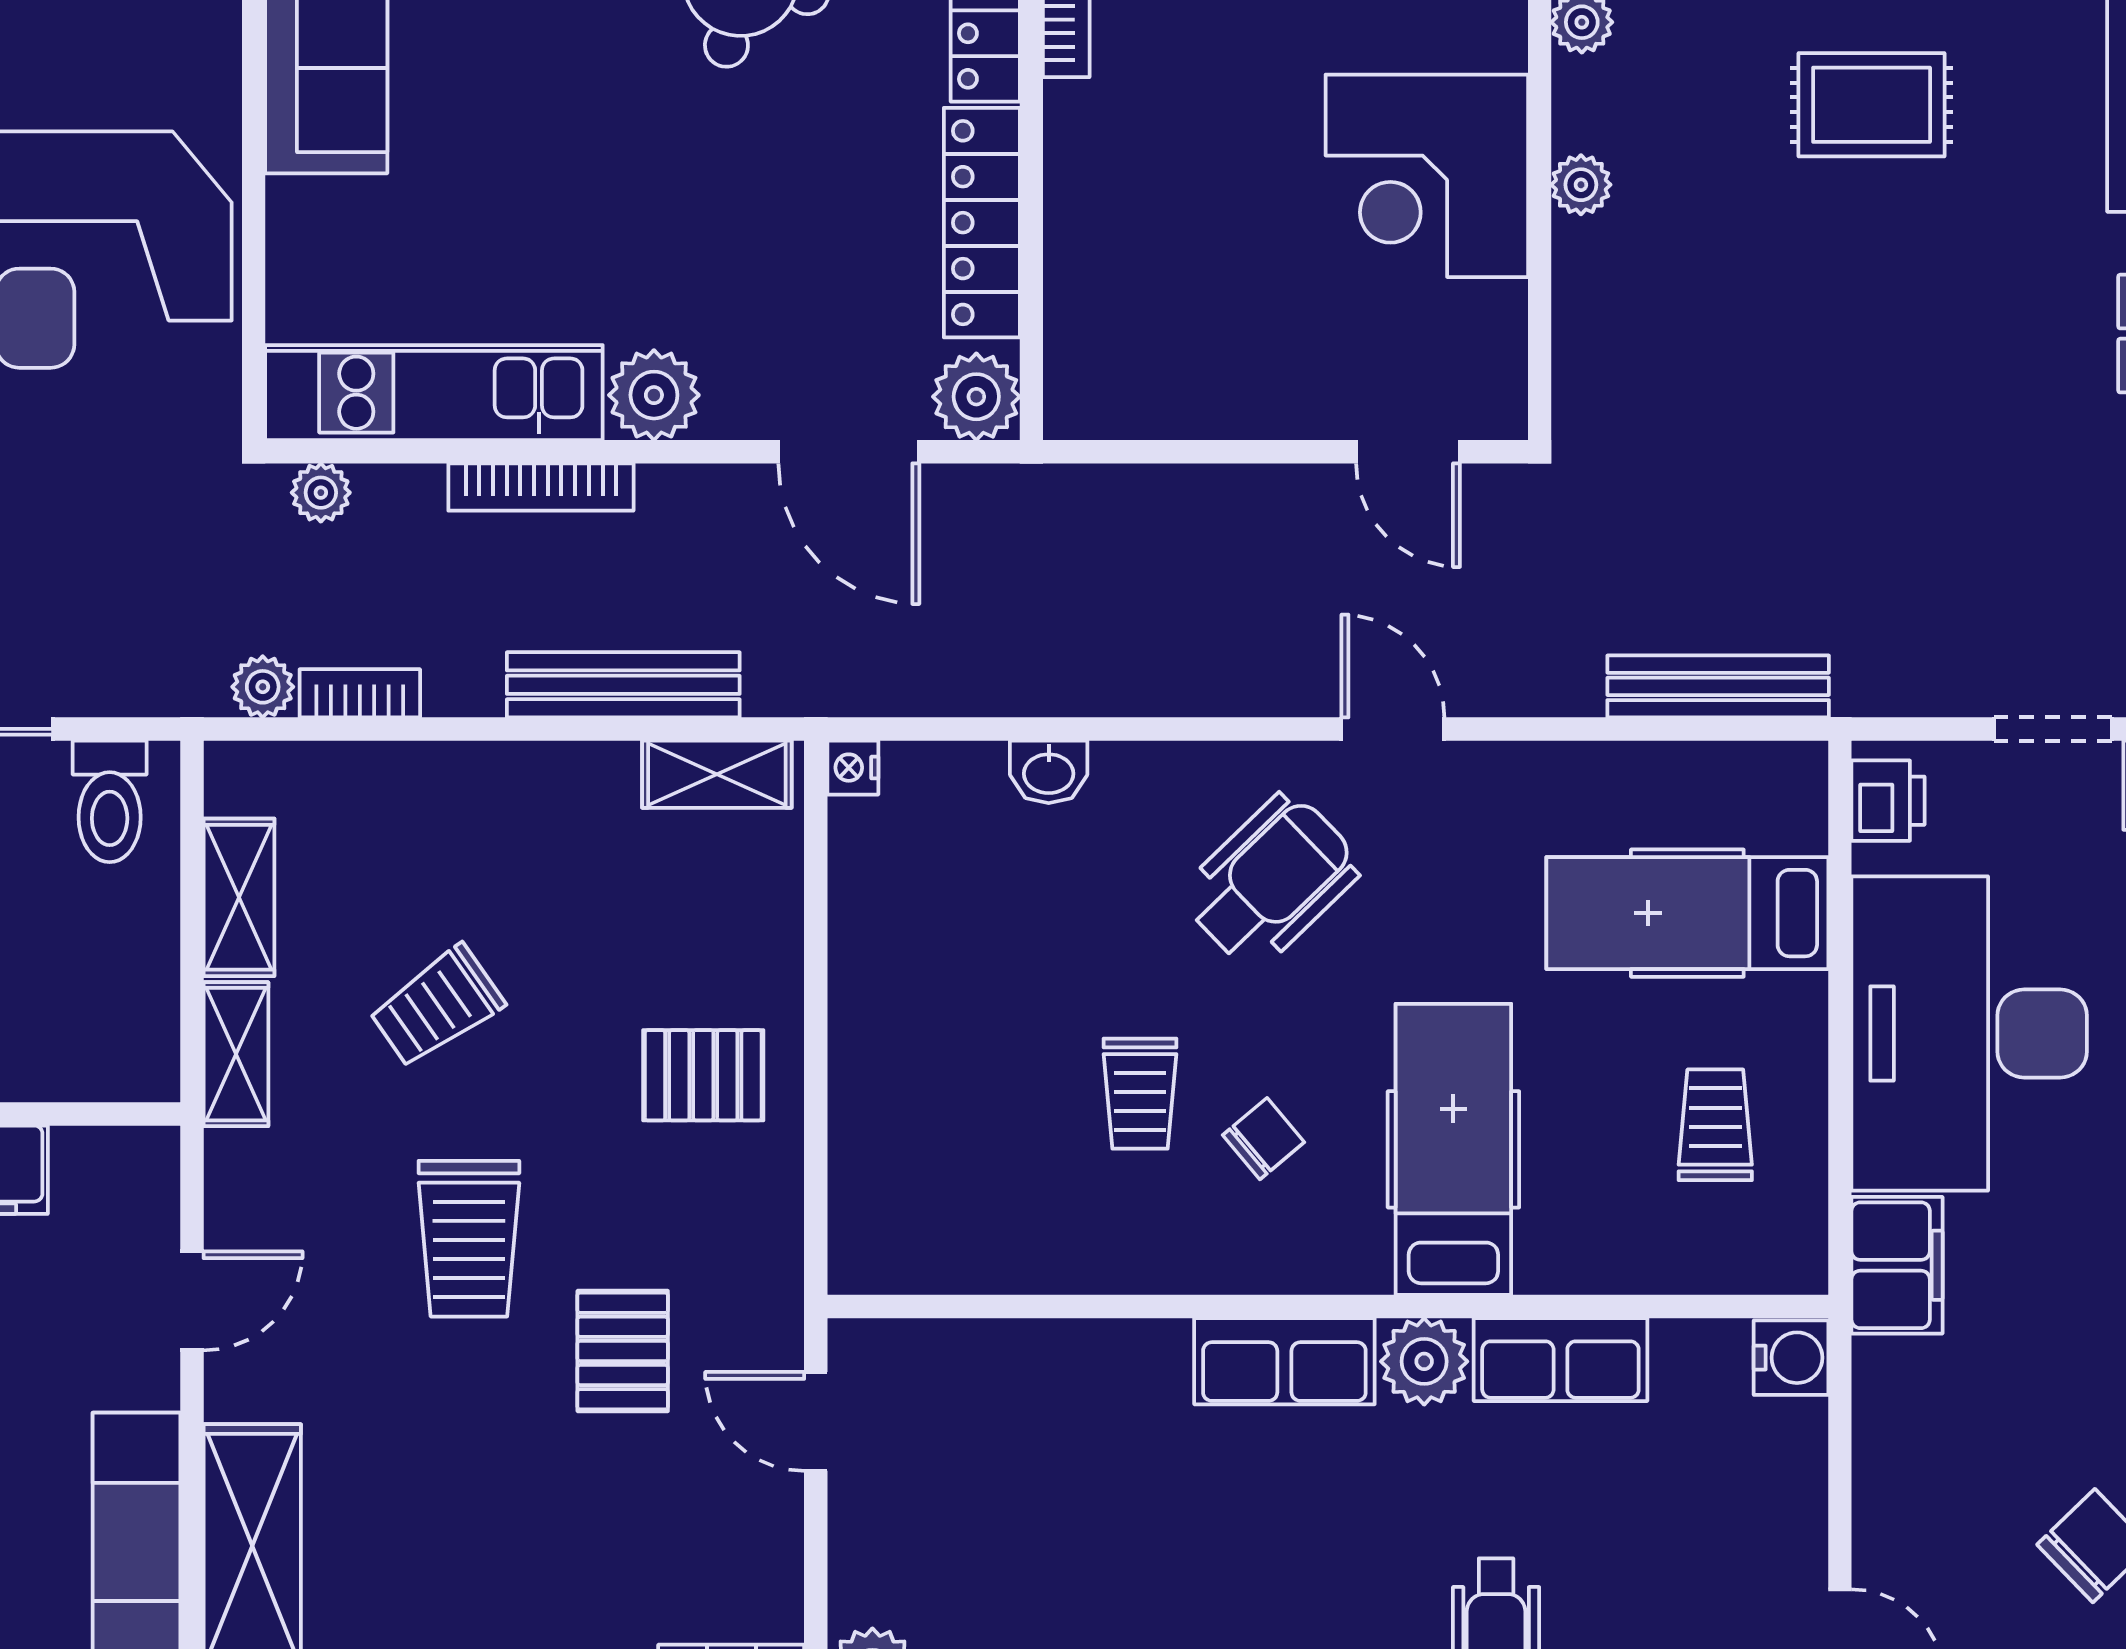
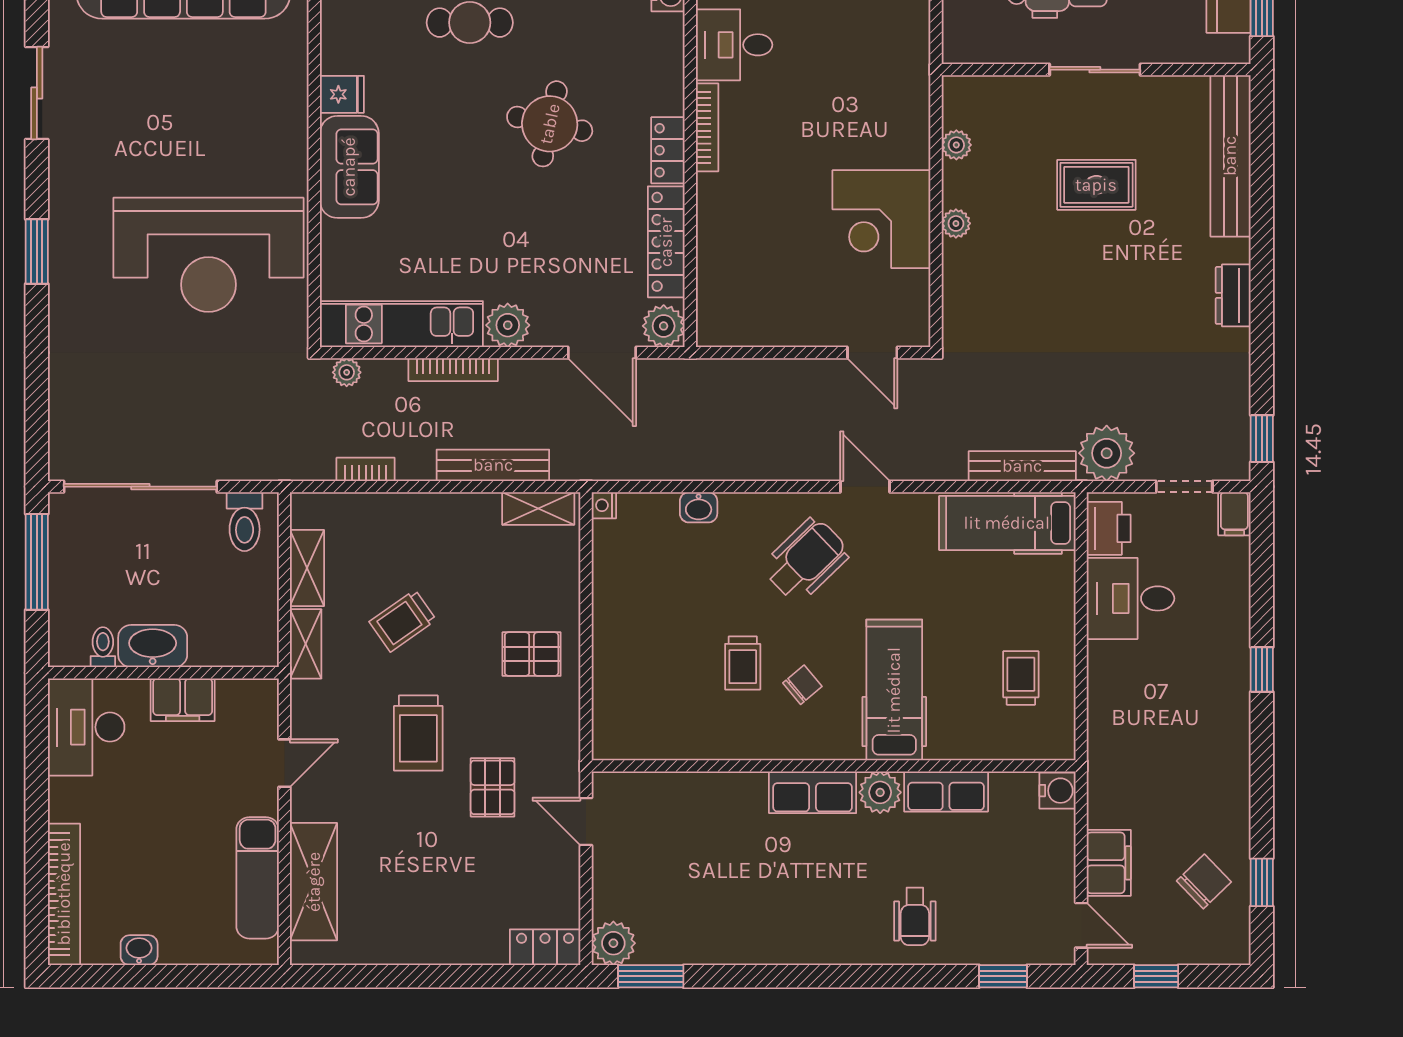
plant: (263, 687) -> (1107, 453), moved, width x1.87, depth x1.87
printer: (1888, 801) -> (1109, 528), width x1.36, depth x1.24
hospital bed: (1687, 913) -> (1007, 523), moved
desk: (1969, 1033) -> (1130, 598), width x0.53, depth x0.77
filing cabinet: (1897, 1265) -> (1109, 863), moved

